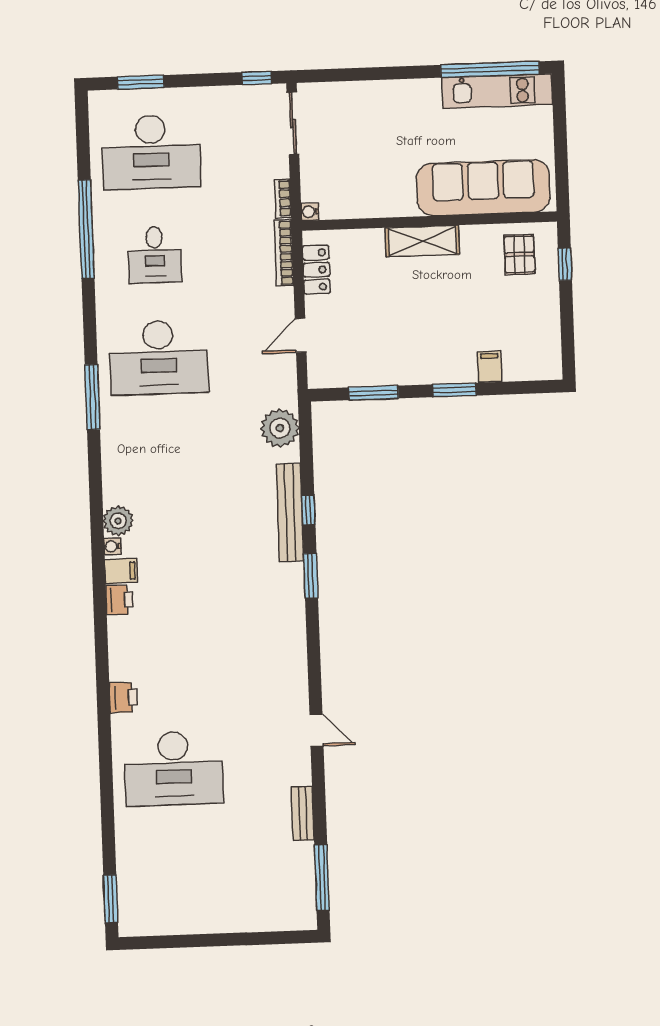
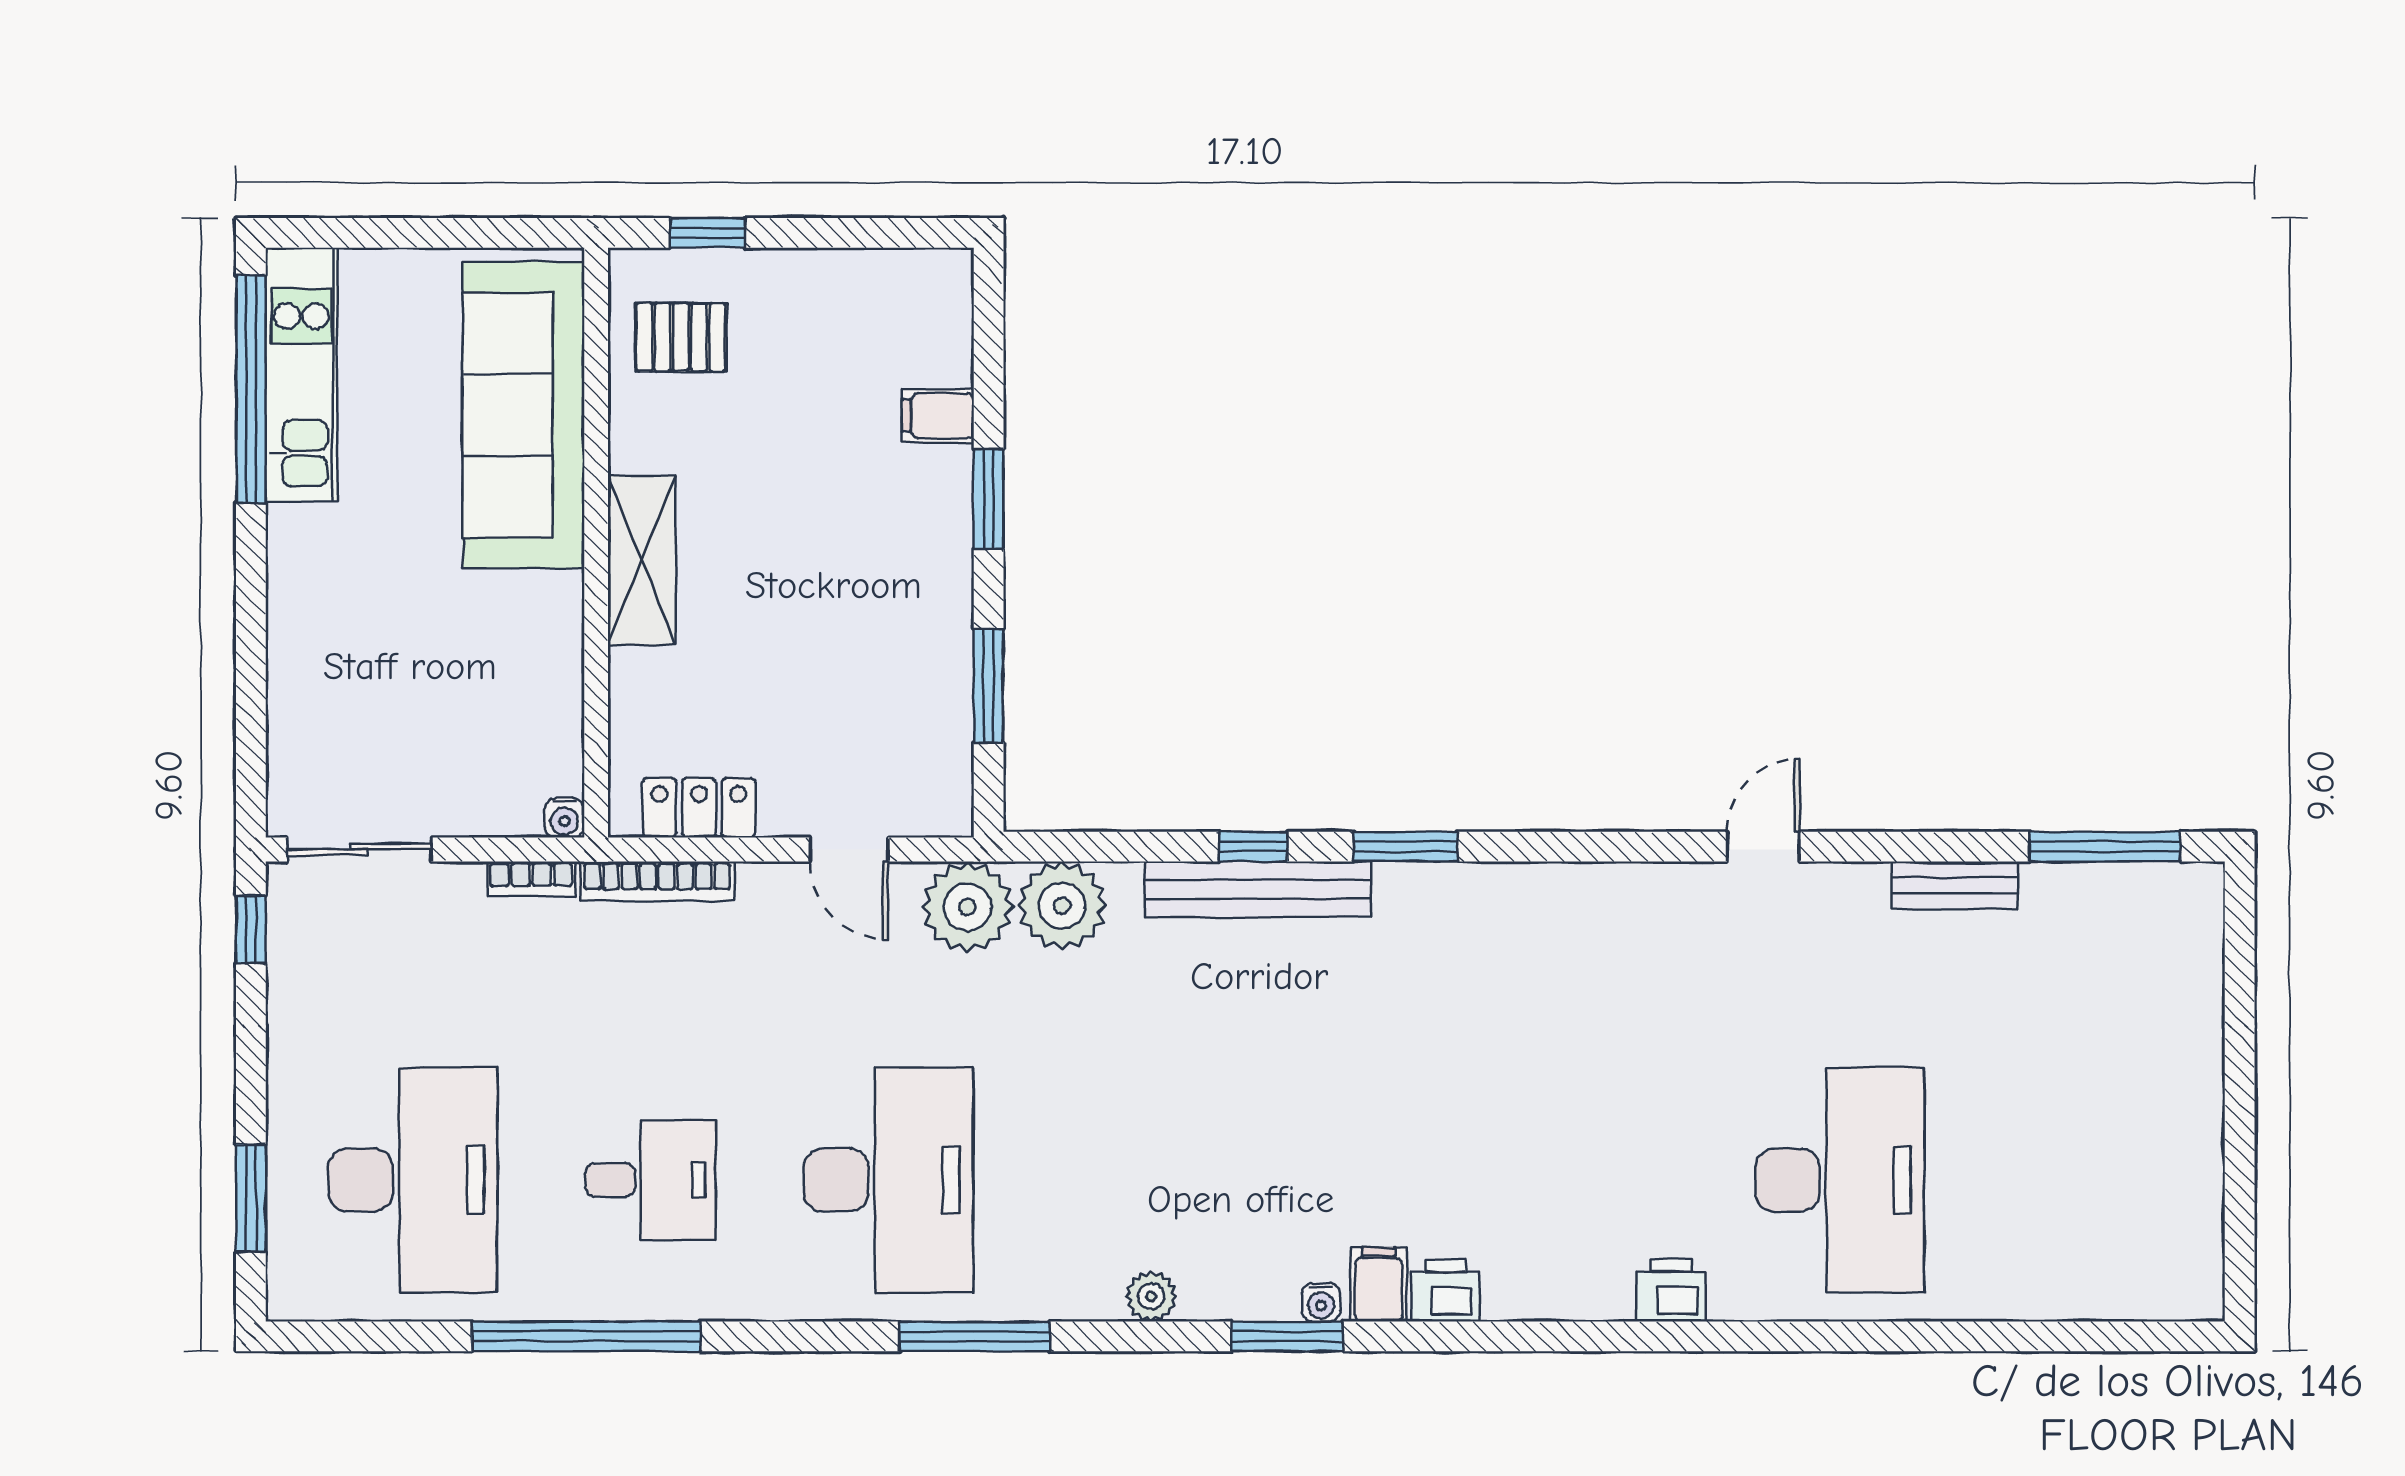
plant: (278, 387) -> (967, 907), added
plant: (118, 521) -> (1151, 1296), moved, width x0.73, depth x0.73
window: (111, 899) -> (1287, 1336), moved

